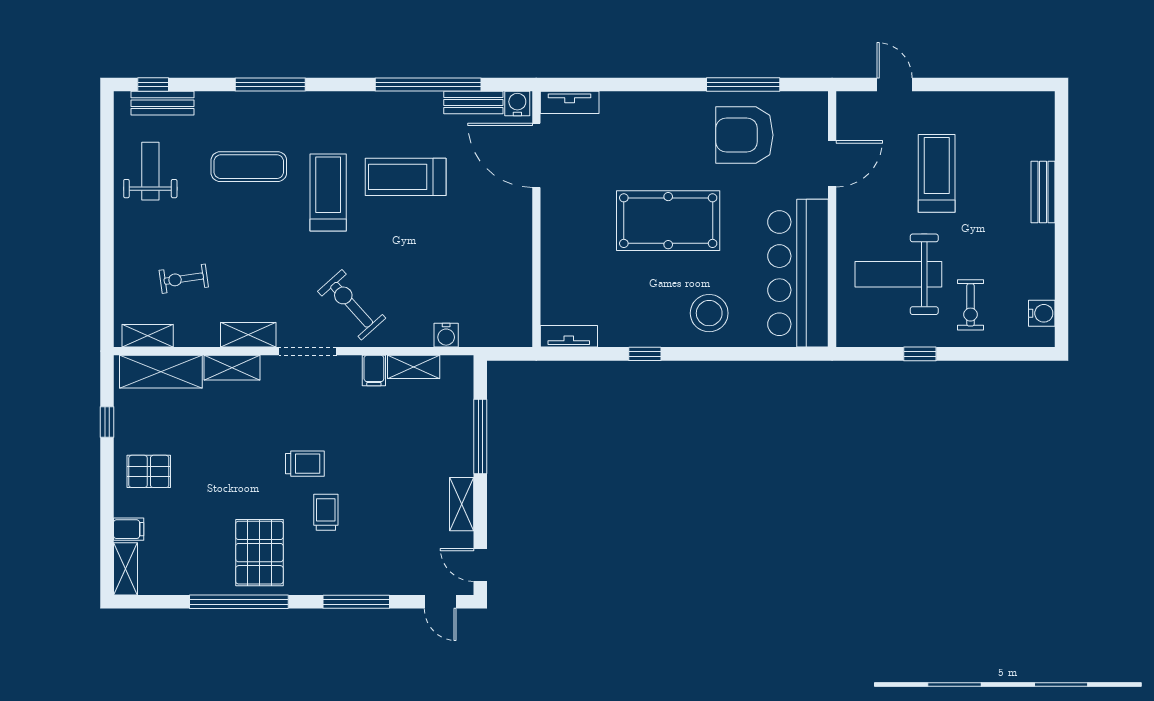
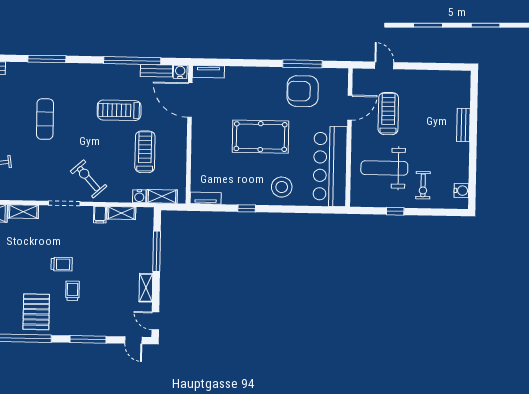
exercise mat: (249, 167) -> (45, 119), moved, turned 90
treadmill: (937, 173) -> (388, 114), moved
treadmill: (328, 193) -> (145, 152), moved
shelving: (248, 335) -> (162, 196), moved

